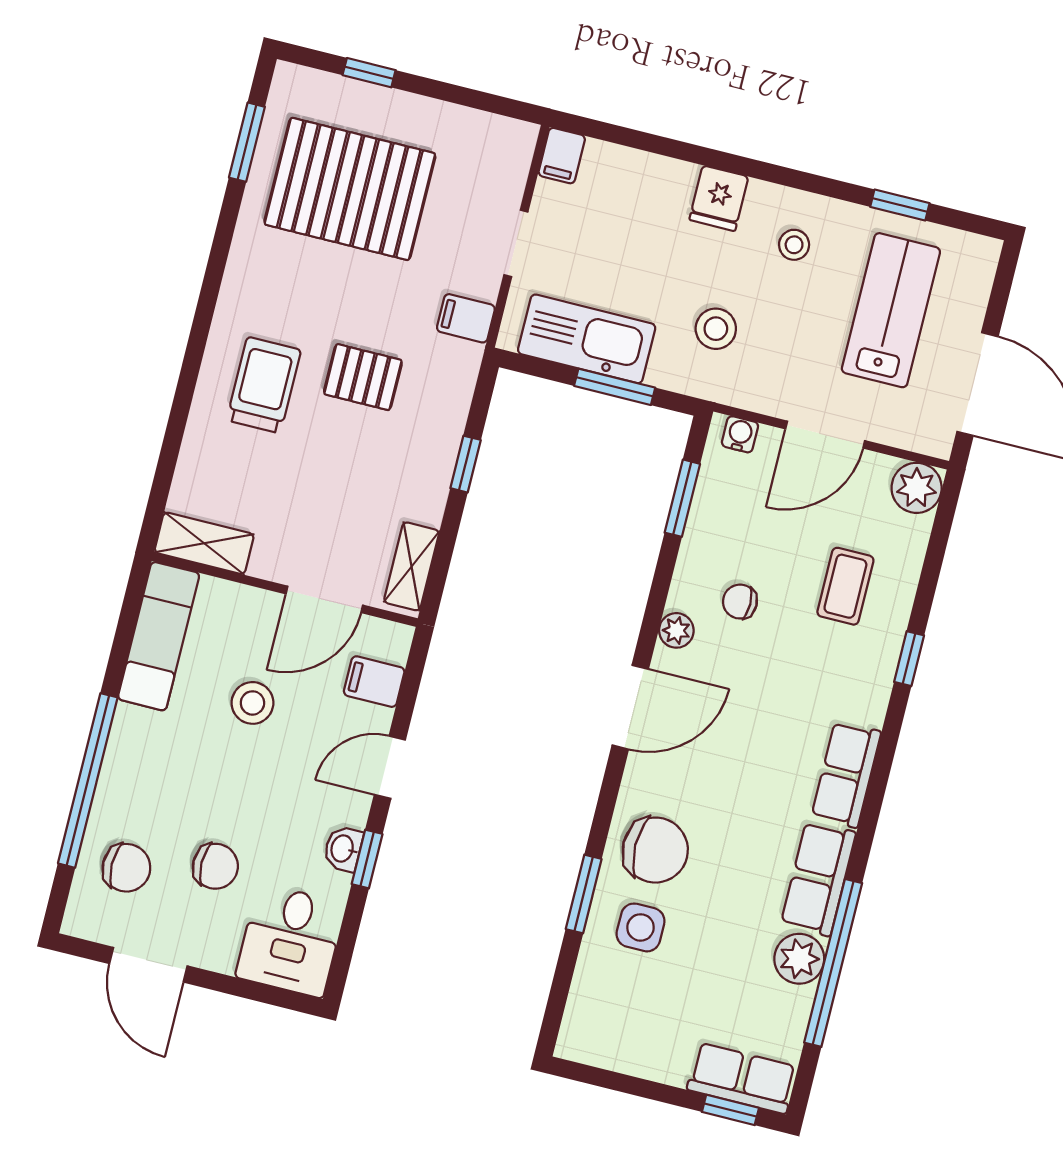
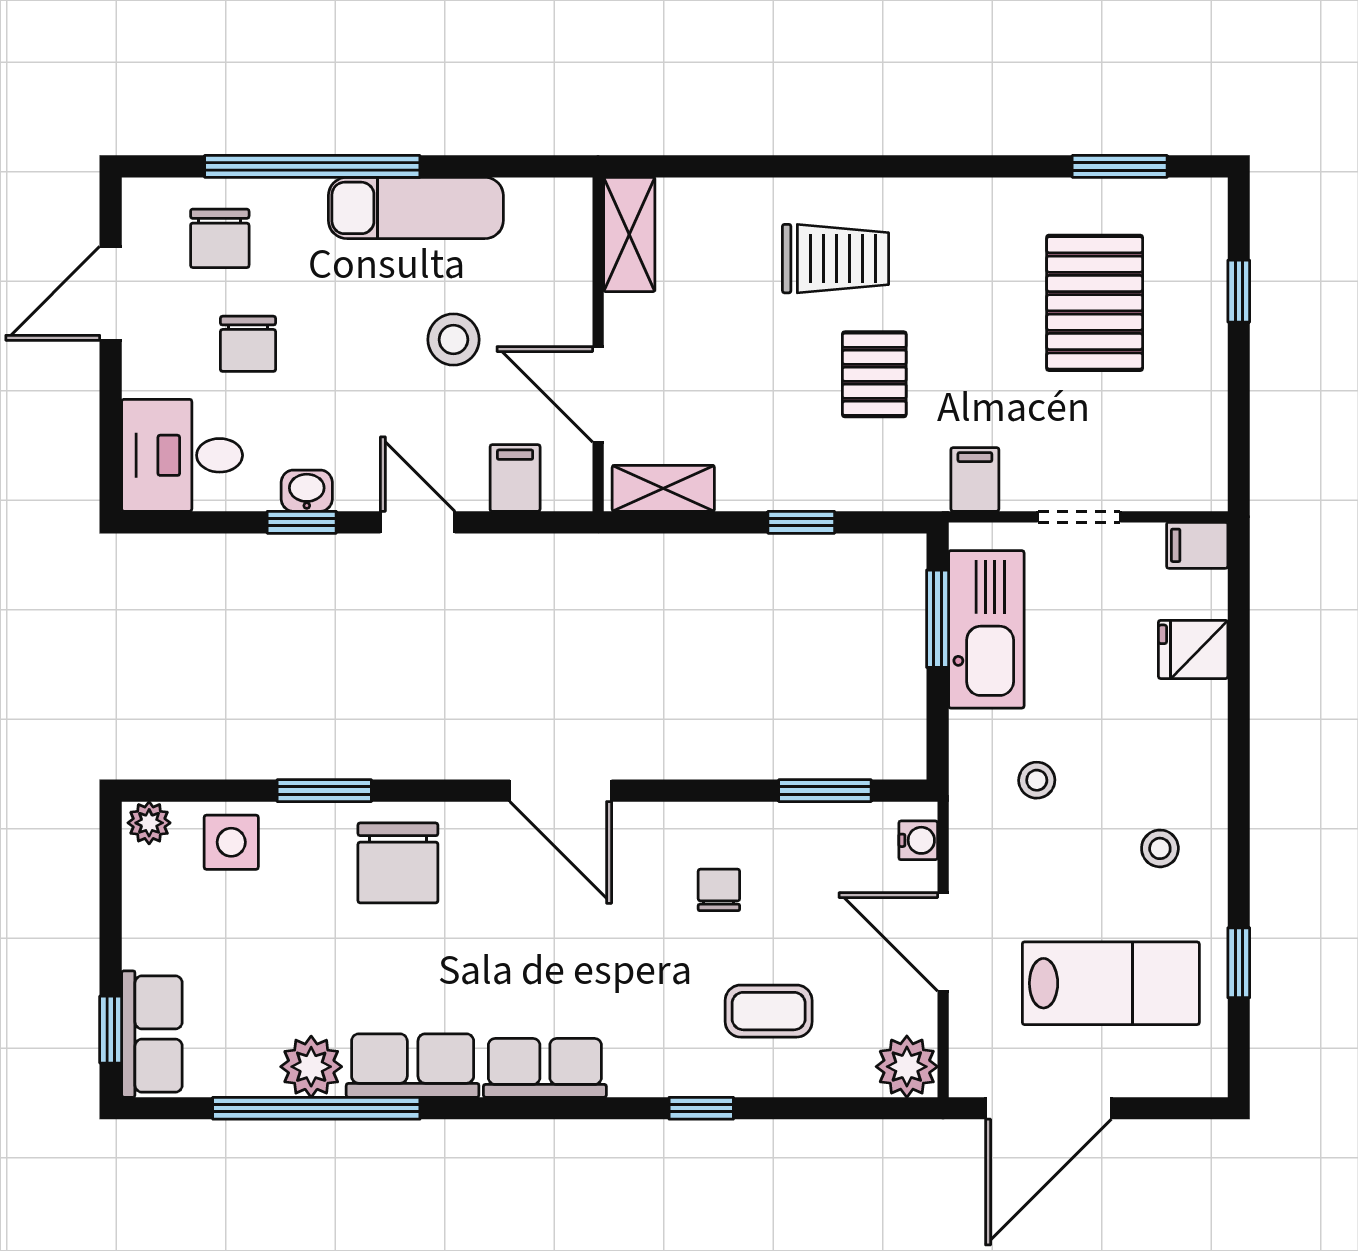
pallet: (350, 189) -> (1095, 303), width x0.73, depth x0.71
fridge: (719, 198) -> (1193, 649), moved
stool: (716, 329) -> (1037, 780), width x0.73, depth x0.73
window: (615, 387) -> (938, 619), moved
plant: (676, 630) -> (149, 823), moved
exam couch: (159, 636) -> (416, 208), moved
side table: (641, 927) -> (231, 842), moved

